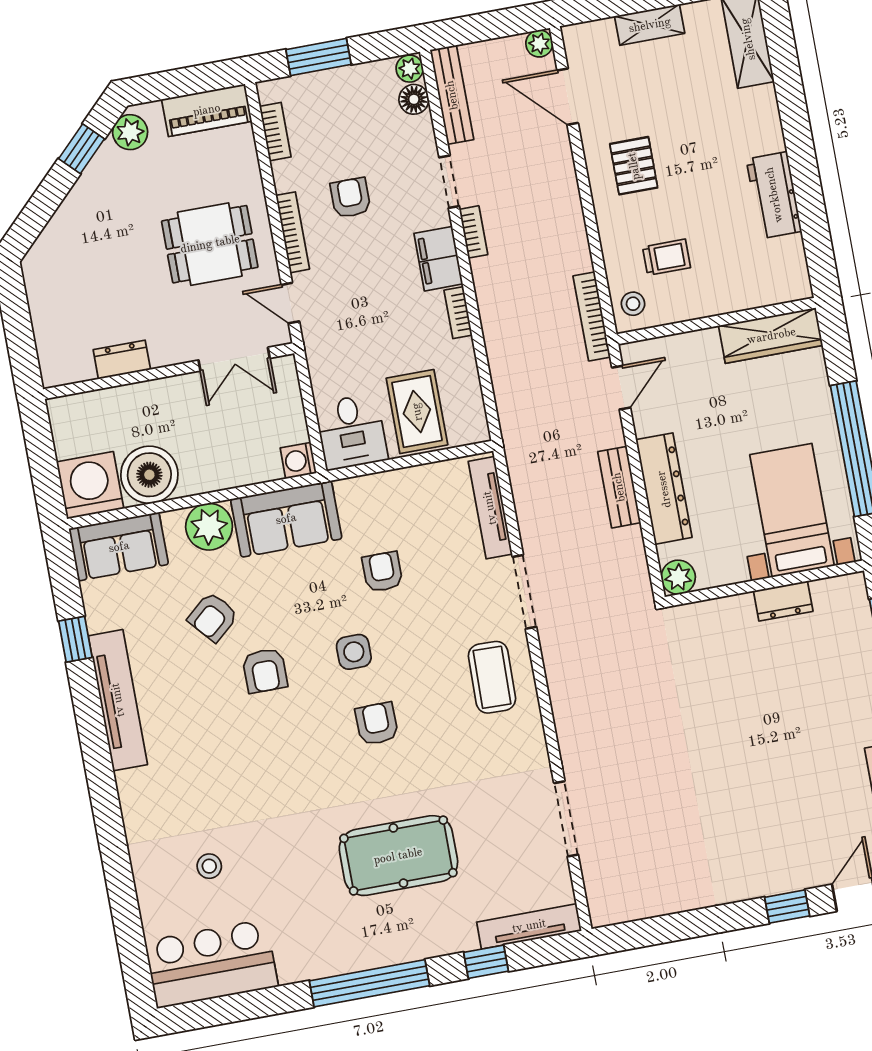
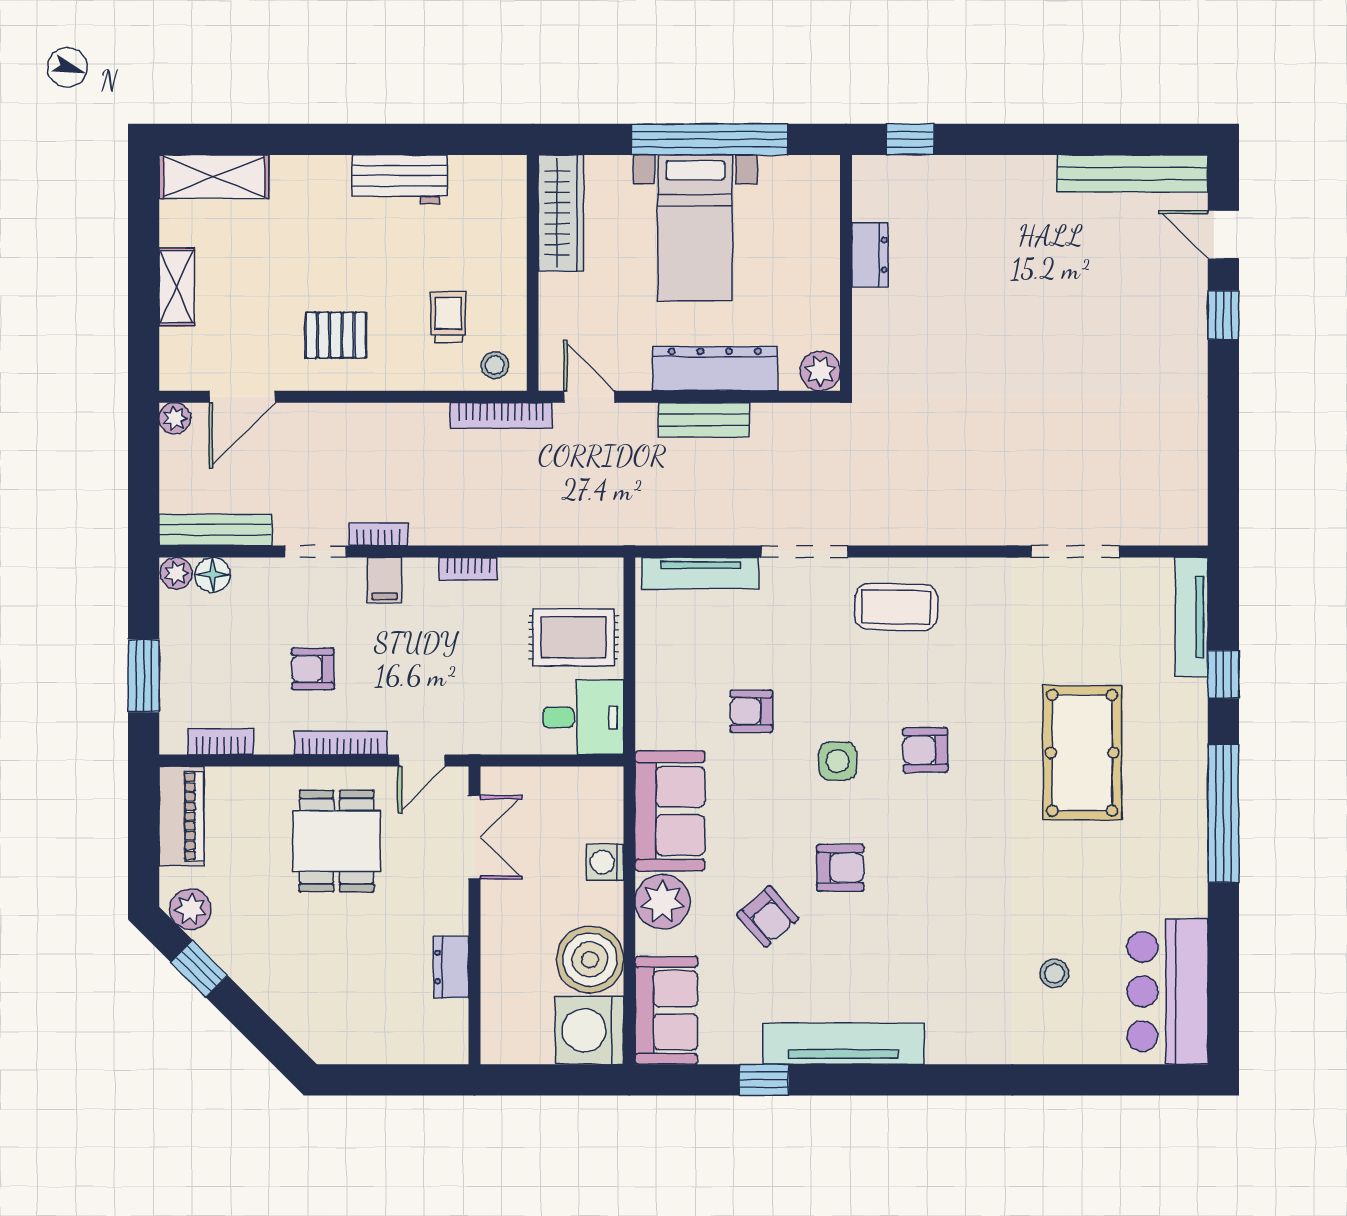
filing cabinet: (438, 259) -> (385, 580), width x0.50
washing machine: (298, 461) -> (605, 862), moved, turned 90
bed with nightstands: (792, 510) -> (695, 228), moved, turned -90

